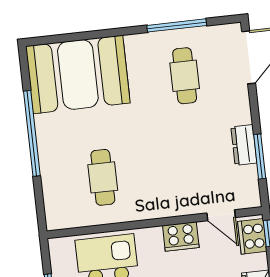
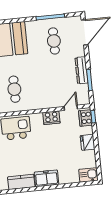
dresser: (244, 145) -> (82, 70), width x1.44
door: (221, 215) -> (71, 108), swing flipped

